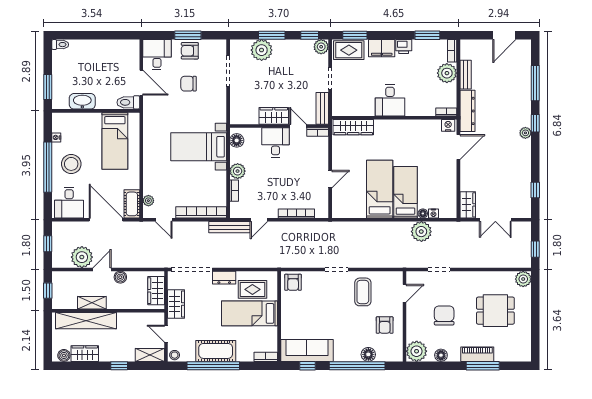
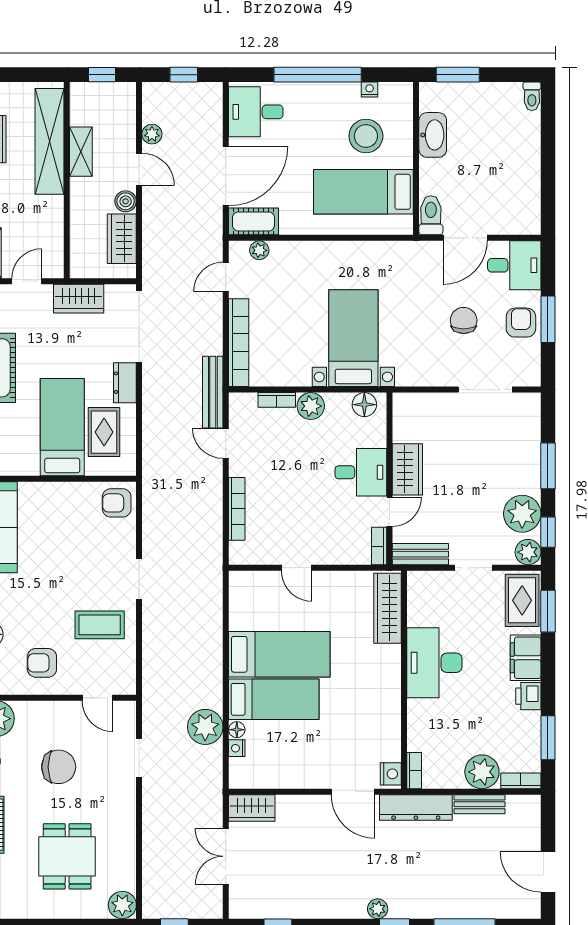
plant: (262, 50) -> (522, 514), moved
desk: (390, 100) -> (434, 663), width x1.37
stool: (71, 164) -> (366, 136), moved
plant: (82, 257) -> (152, 134), width x0.53, depth x0.53
wardrobe: (156, 291) -> (122, 239), moved, turned -90

